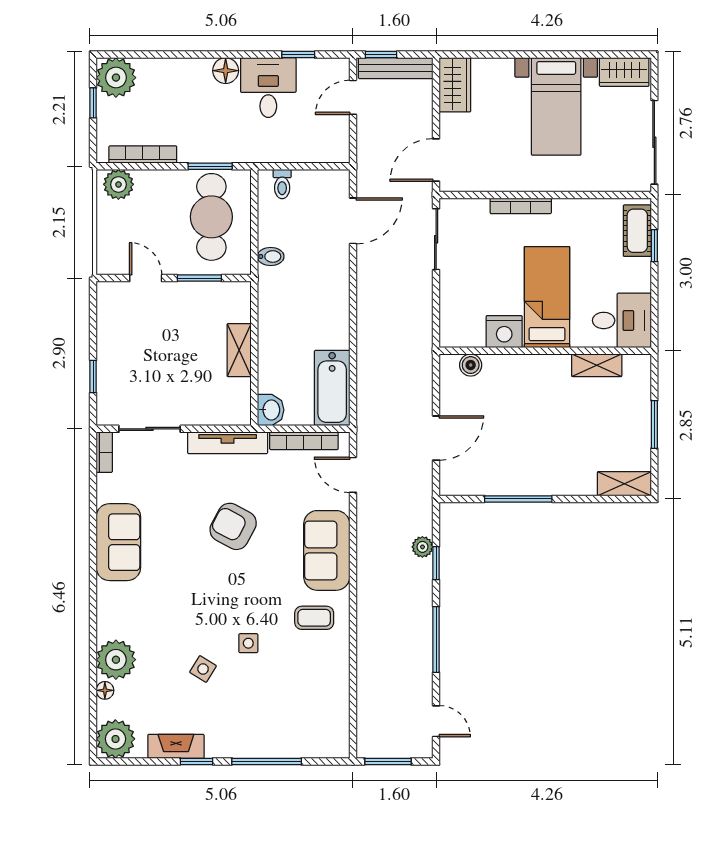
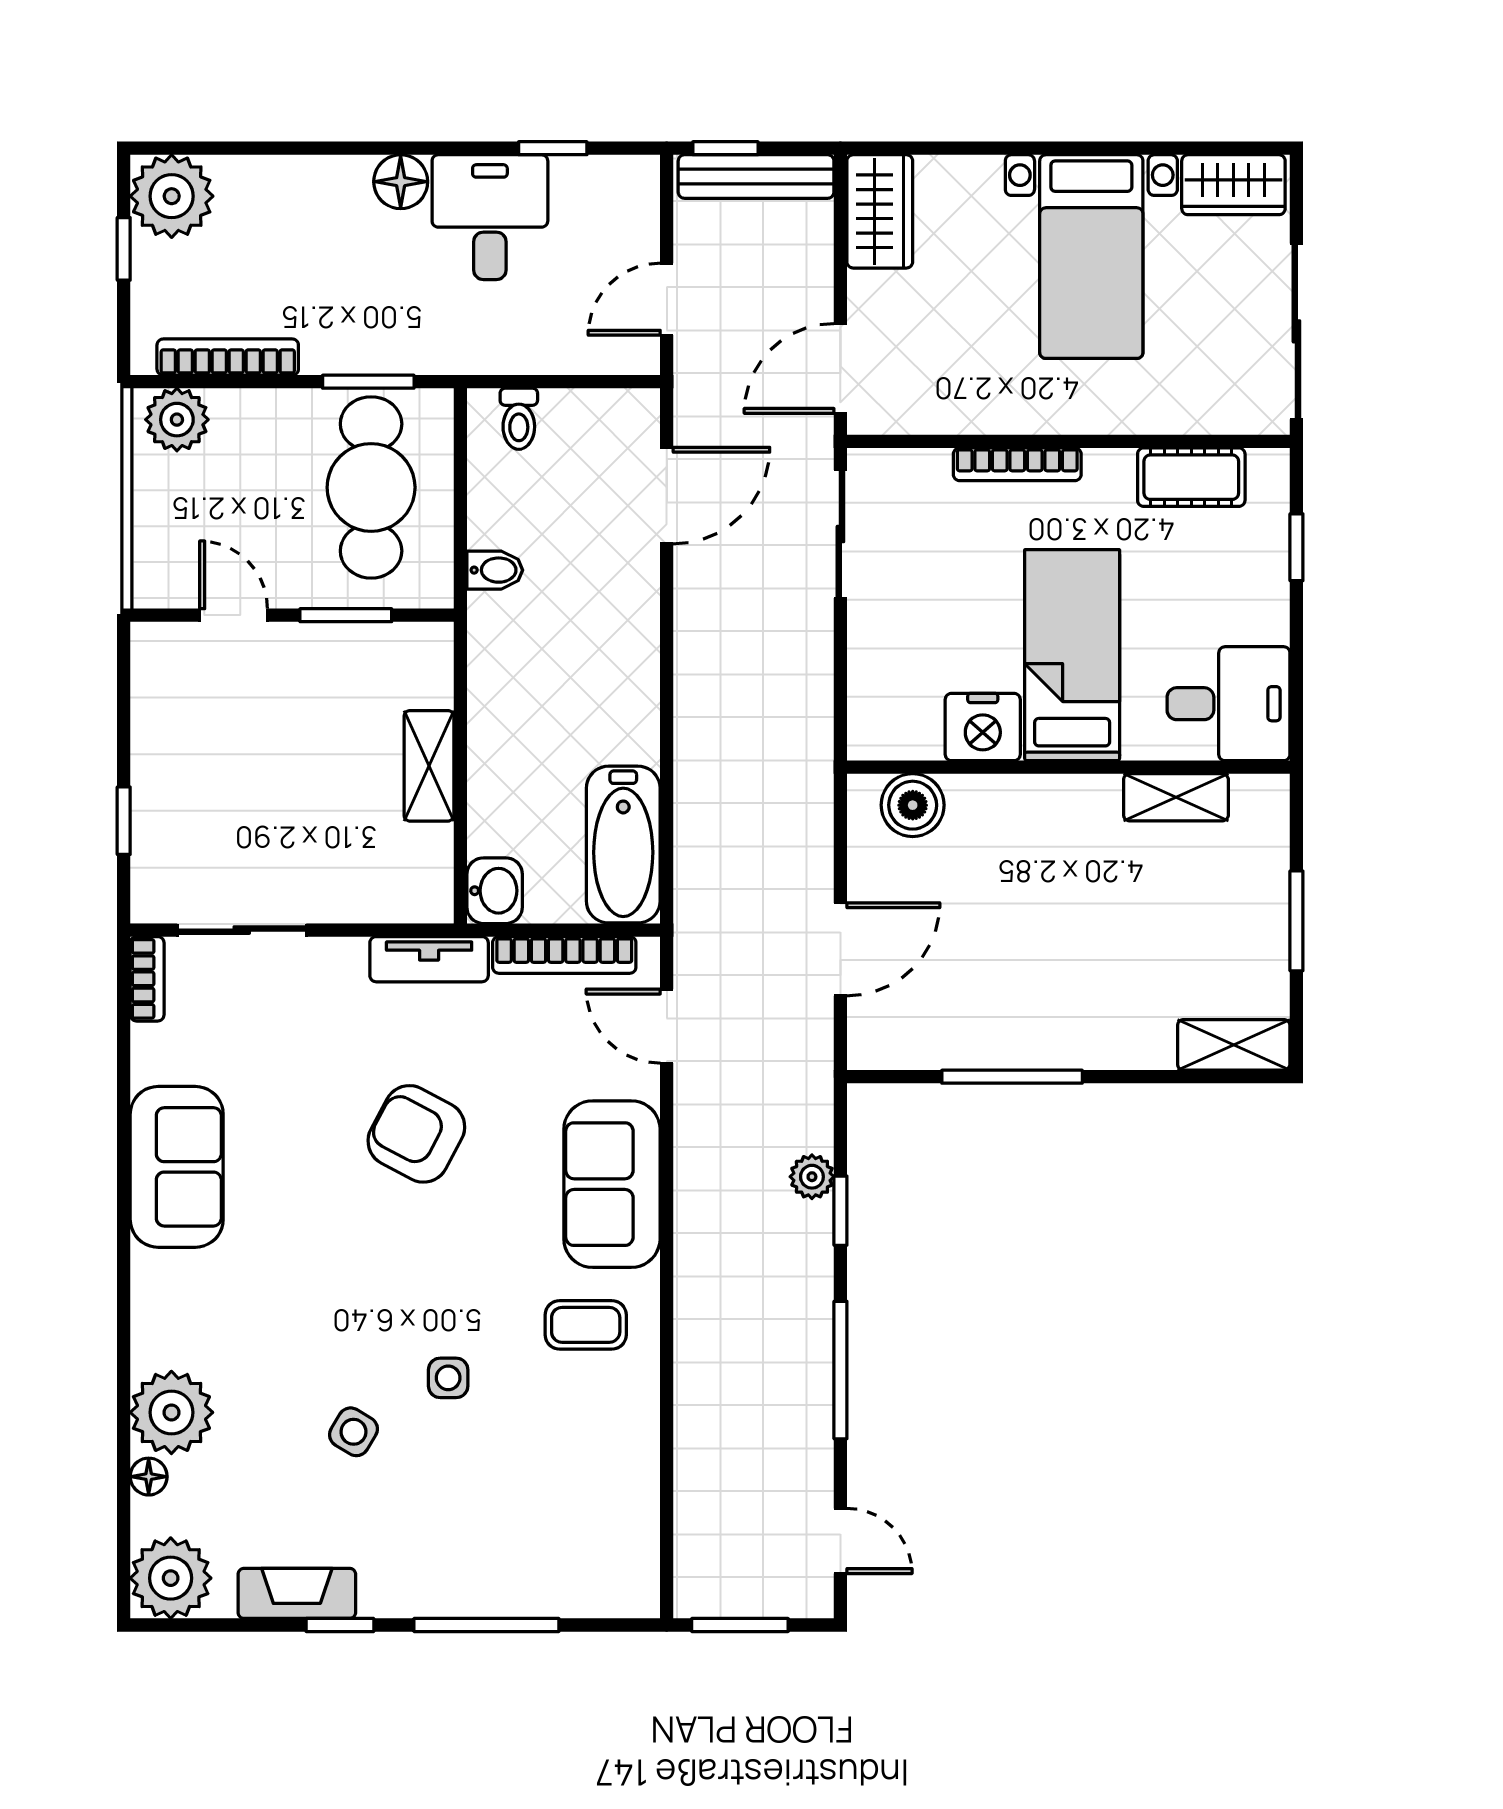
door: (353, 97) -> (667, 299), moved
cot: (637, 231) -> (1191, 477), moved, turned 90
boiler: (471, 365) -> (913, 805), width x1.36, depth x1.36
tv unit: (228, 443) -> (429, 959), width x0.71

